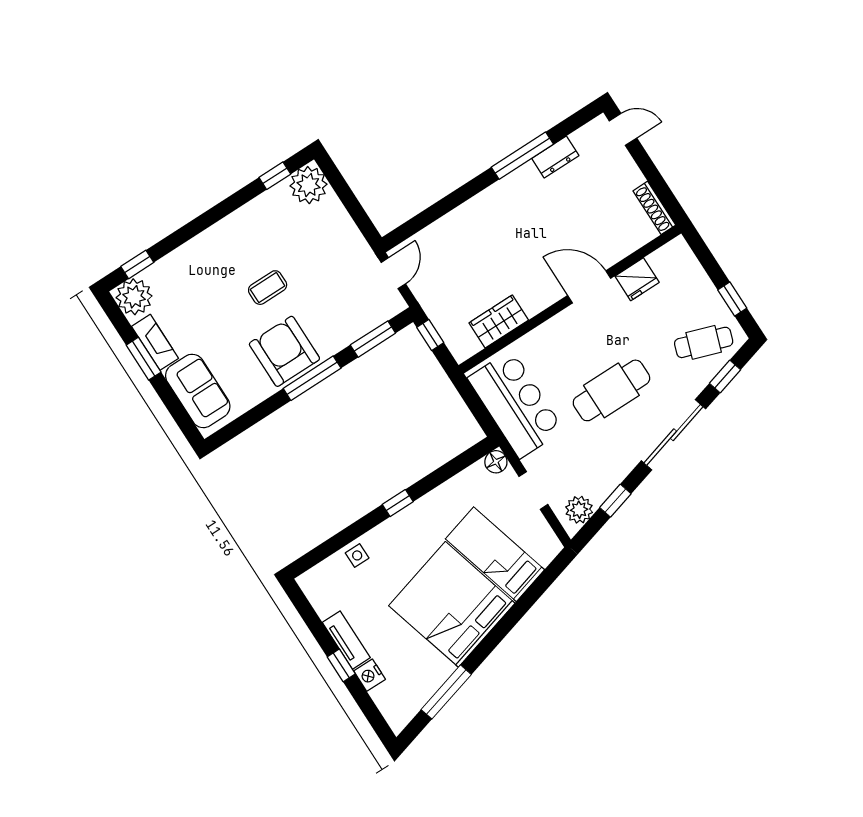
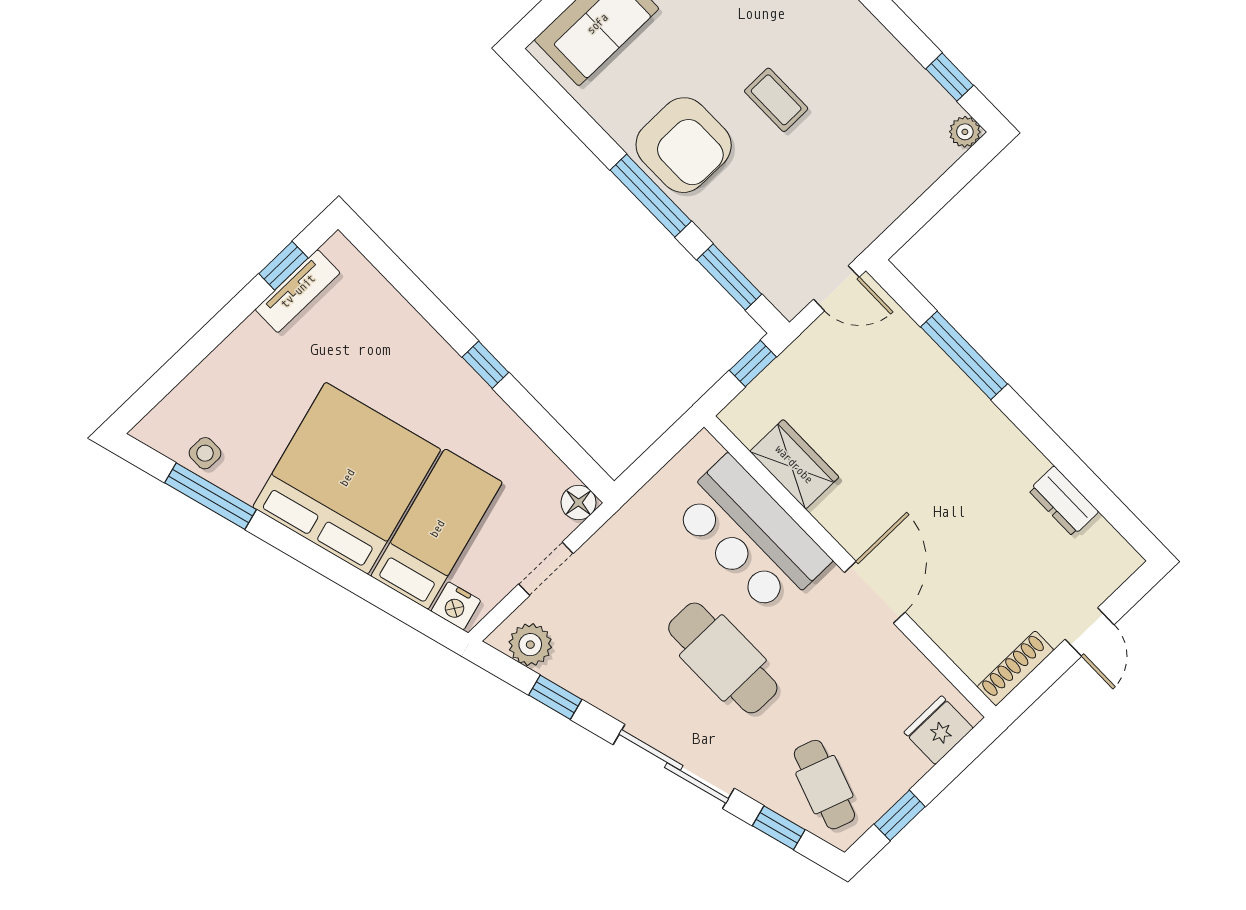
door: (623, 129) -> (1090, 632), moved
window: (522, 156) -> (964, 355), moved
plant: (309, 185) -> (965, 132), width x0.53, depth x0.53
fridge: (637, 279) -> (938, 730), moved, turned 90
armchair: (284, 351) -> (684, 145), turned 90
bar counter: (516, 404) -> (751, 535), moved, turned 90
side table: (357, 555) -> (205, 453), moved
tv unit: (346, 640) -> (298, 291), moved
window: (341, 665) -> (283, 266), moved
nightstand: (370, 675) -> (456, 606), moved, turned -106

